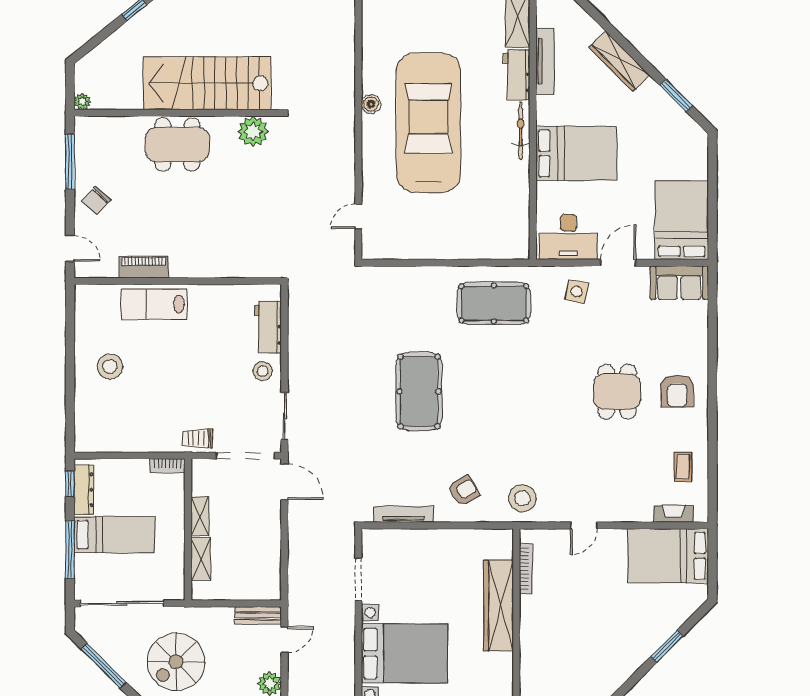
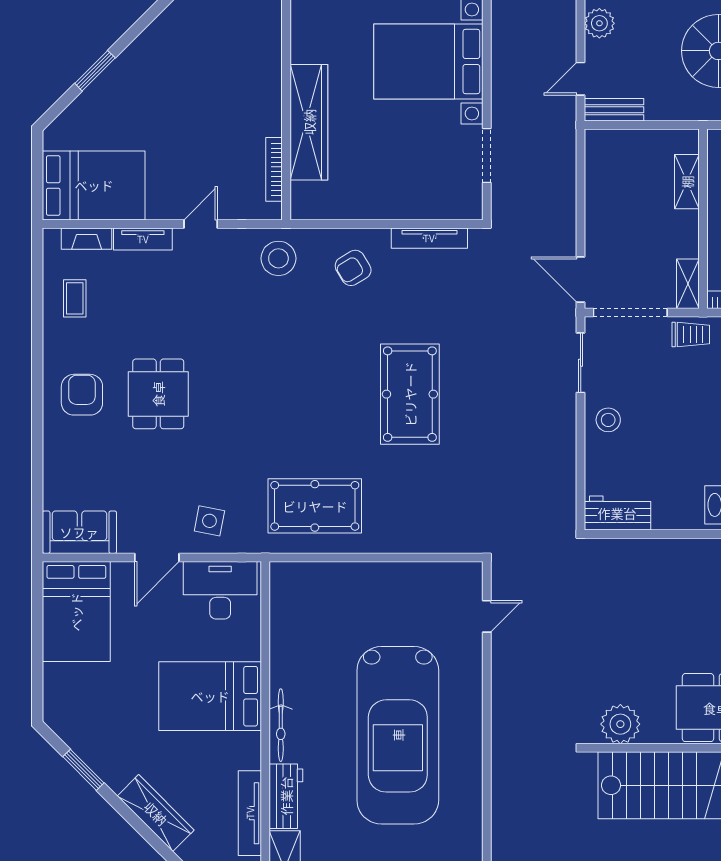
boiler: (371, 104) -> (471, 759), removed
workbench: (268, 327) -> (617, 513), moved, turned -90
tv unit: (629, 514) -> (143, 239), added
shelving: (200, 516) -> (688, 284), moved

